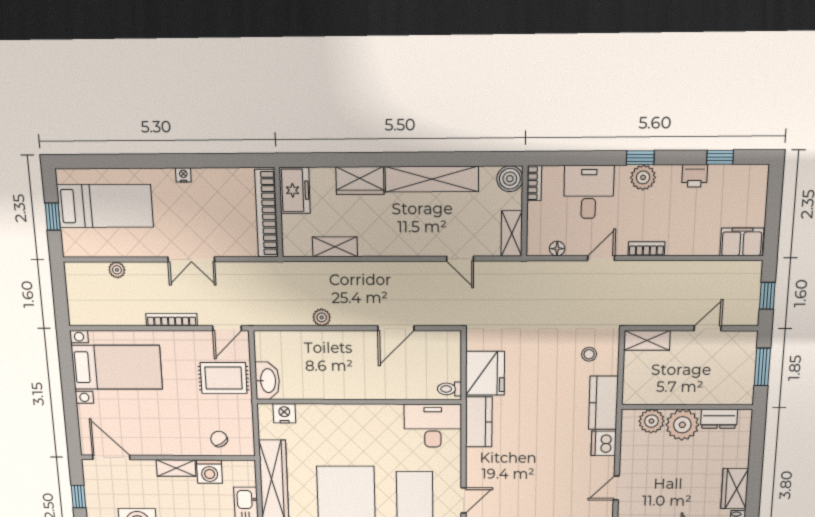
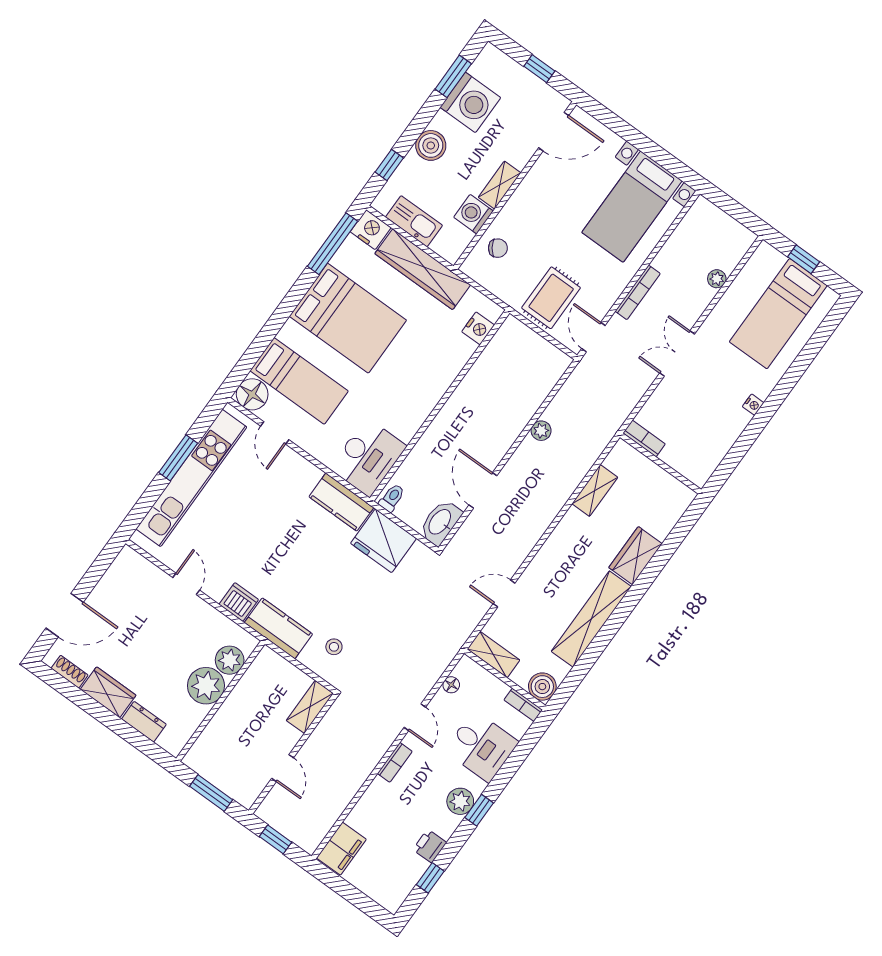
freezer: (295, 190) -> (669, 492), removed
bookcase: (266, 213) -> (644, 438), width x0.43, depth x0.76
washbasin: (267, 381) -> (440, 522), moved, turned 90
dresser: (719, 419) -> (144, 722), moved, turned 90

